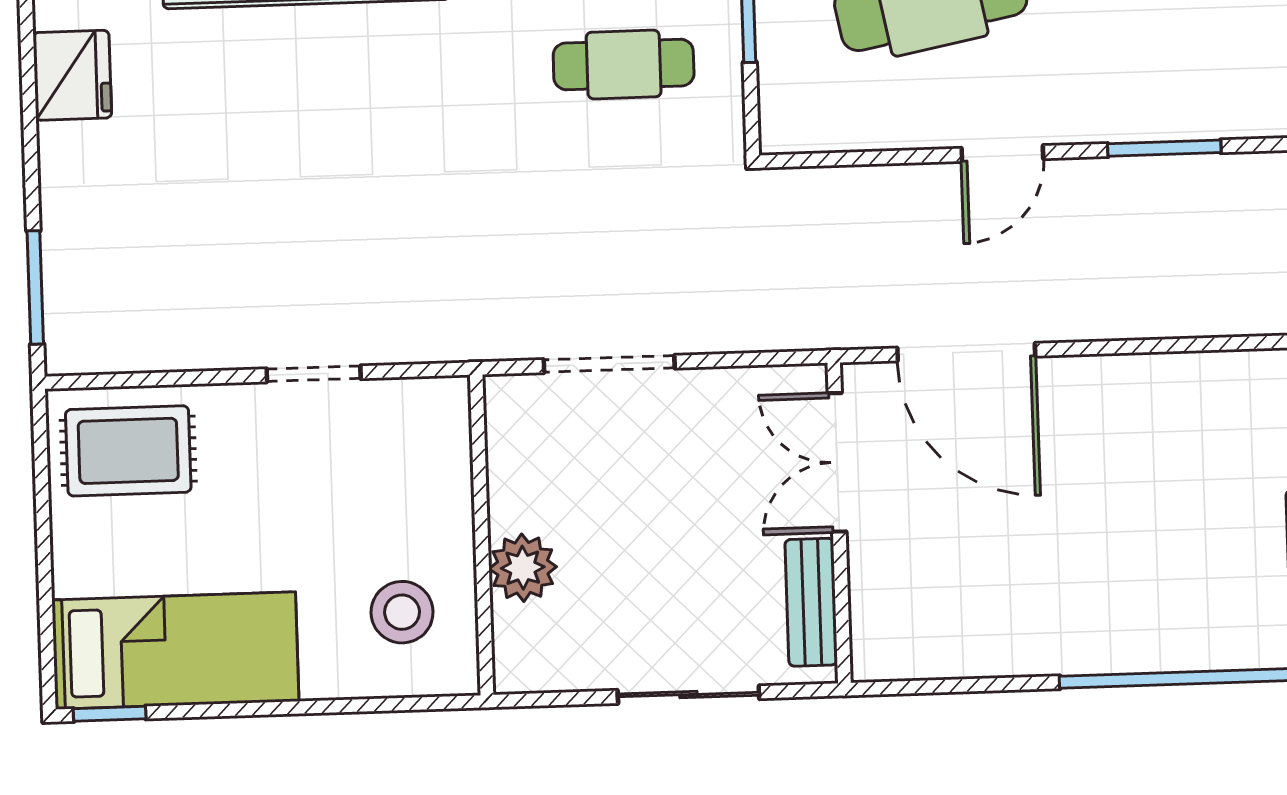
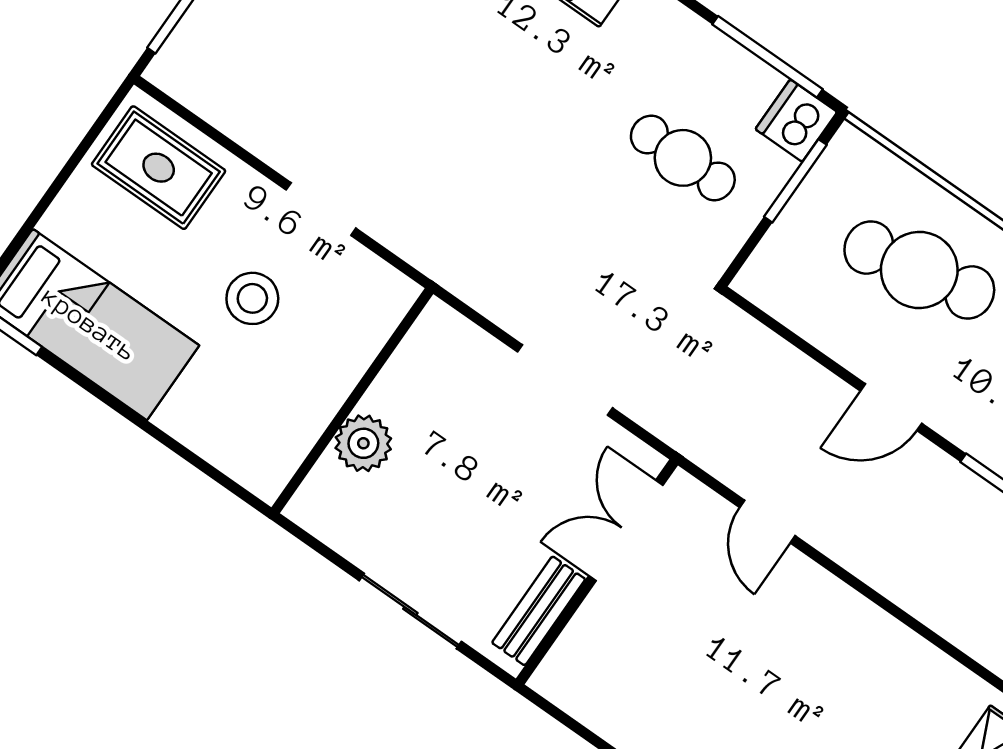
door: (966, 352) -> (767, 522), width x0.53
doorway: (609, 364) -> (565, 380), moved
stool: (402, 612) -> (252, 298), moved

